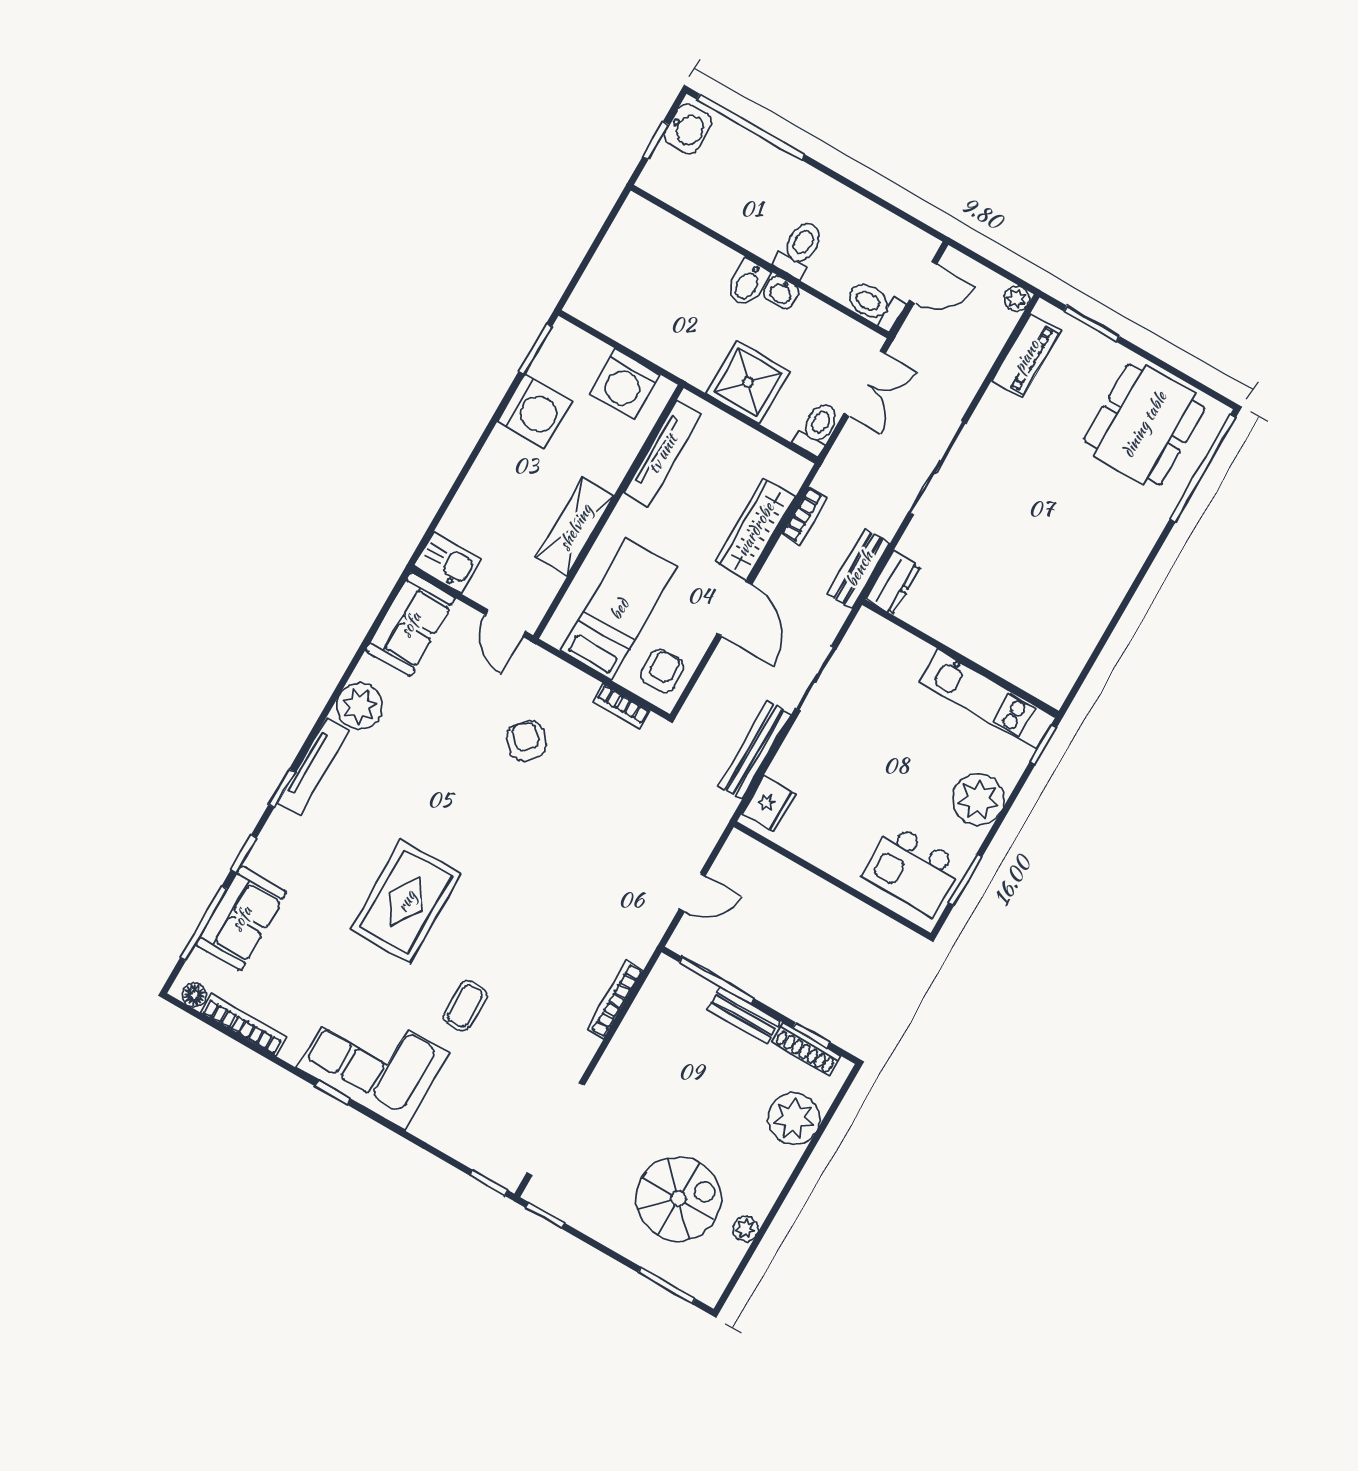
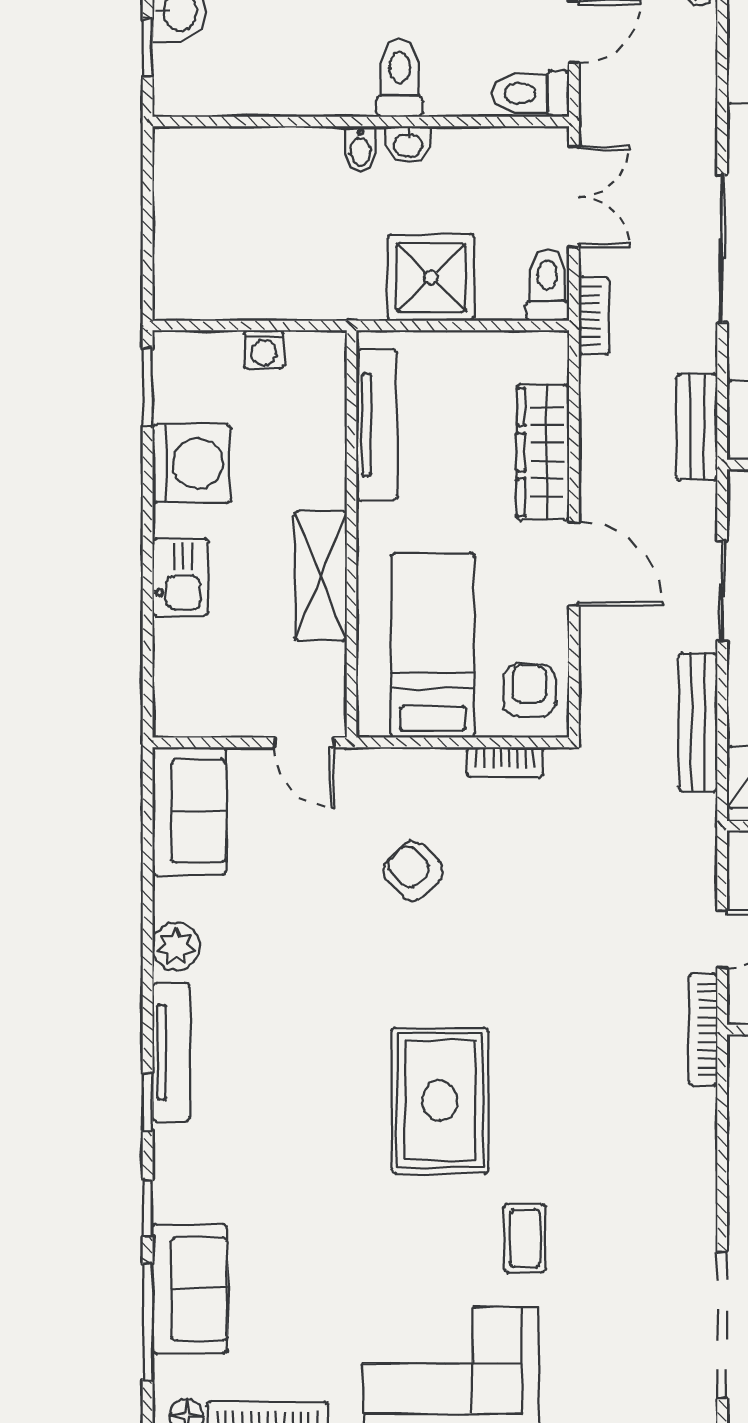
bidet: (748, 283) -> (361, 149), width x0.72, depth x0.74
washing machine: (624, 384) -> (264, 350), width x0.53, depth x0.53
bookcase: (805, 516) -> (594, 316), moved
kitchen sink: (448, 563) -> (180, 577), moved, turned 90
plant: (359, 706) -> (176, 947), width x0.73, depth x0.73
rug: (406, 901) -> (440, 1101), moved
bookcase: (615, 999) -> (703, 1030), moved

